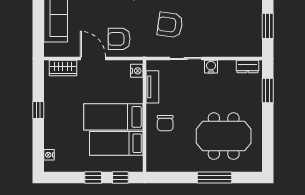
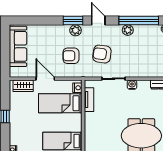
armchair: (119, 39) -> (71, 56), moved
bed: (113, 117) -> (60, 103), moved
chair: (165, 123) -> (98, 126), removed

